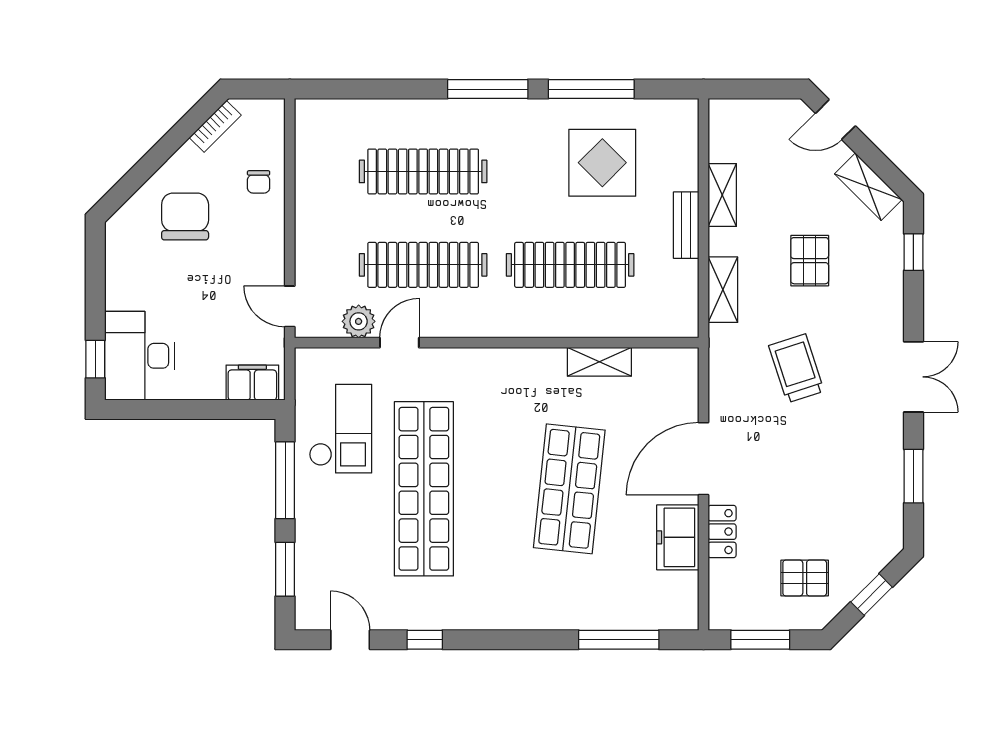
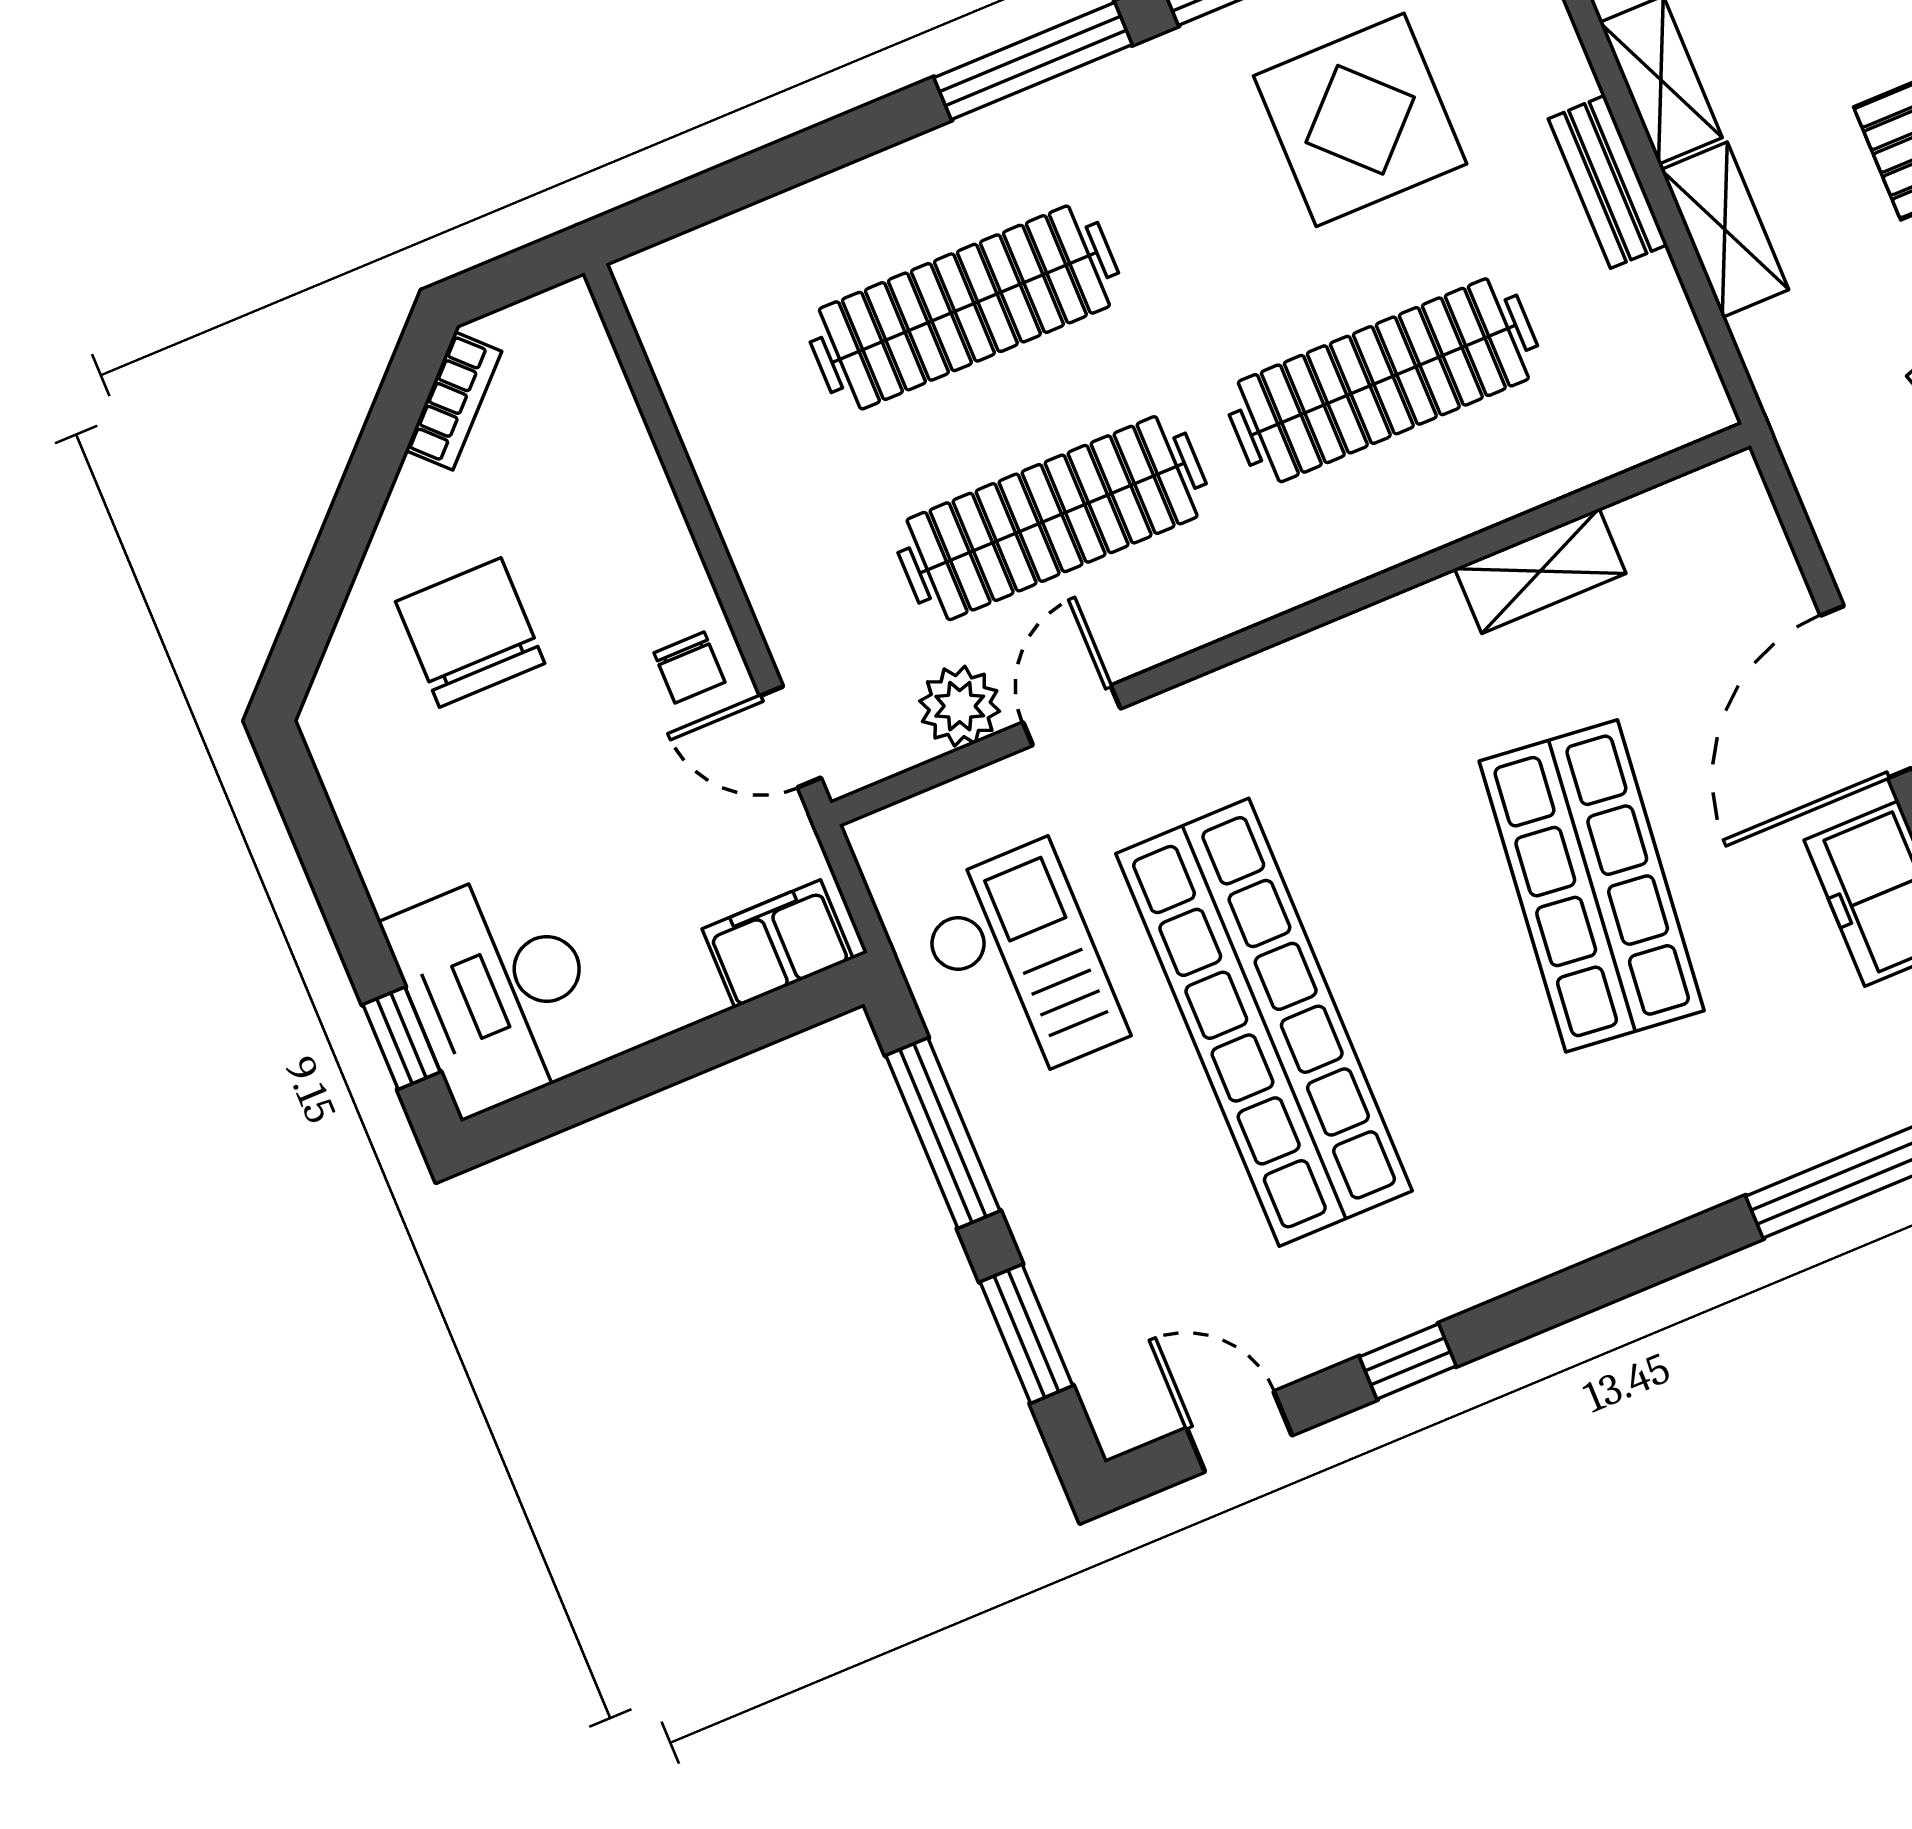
chair: (259, 182) -> (689, 667), moved
shelving: (723, 290) -> (1725, 230), moved

